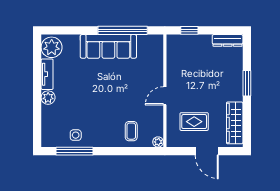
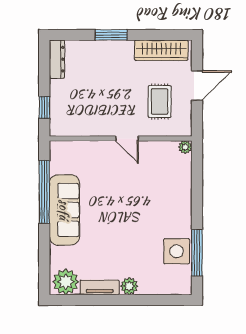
coffee table: (131, 131) -> (172, 181), removed
side table: (76, 135) -> (177, 251), width x1.87, depth x1.87

